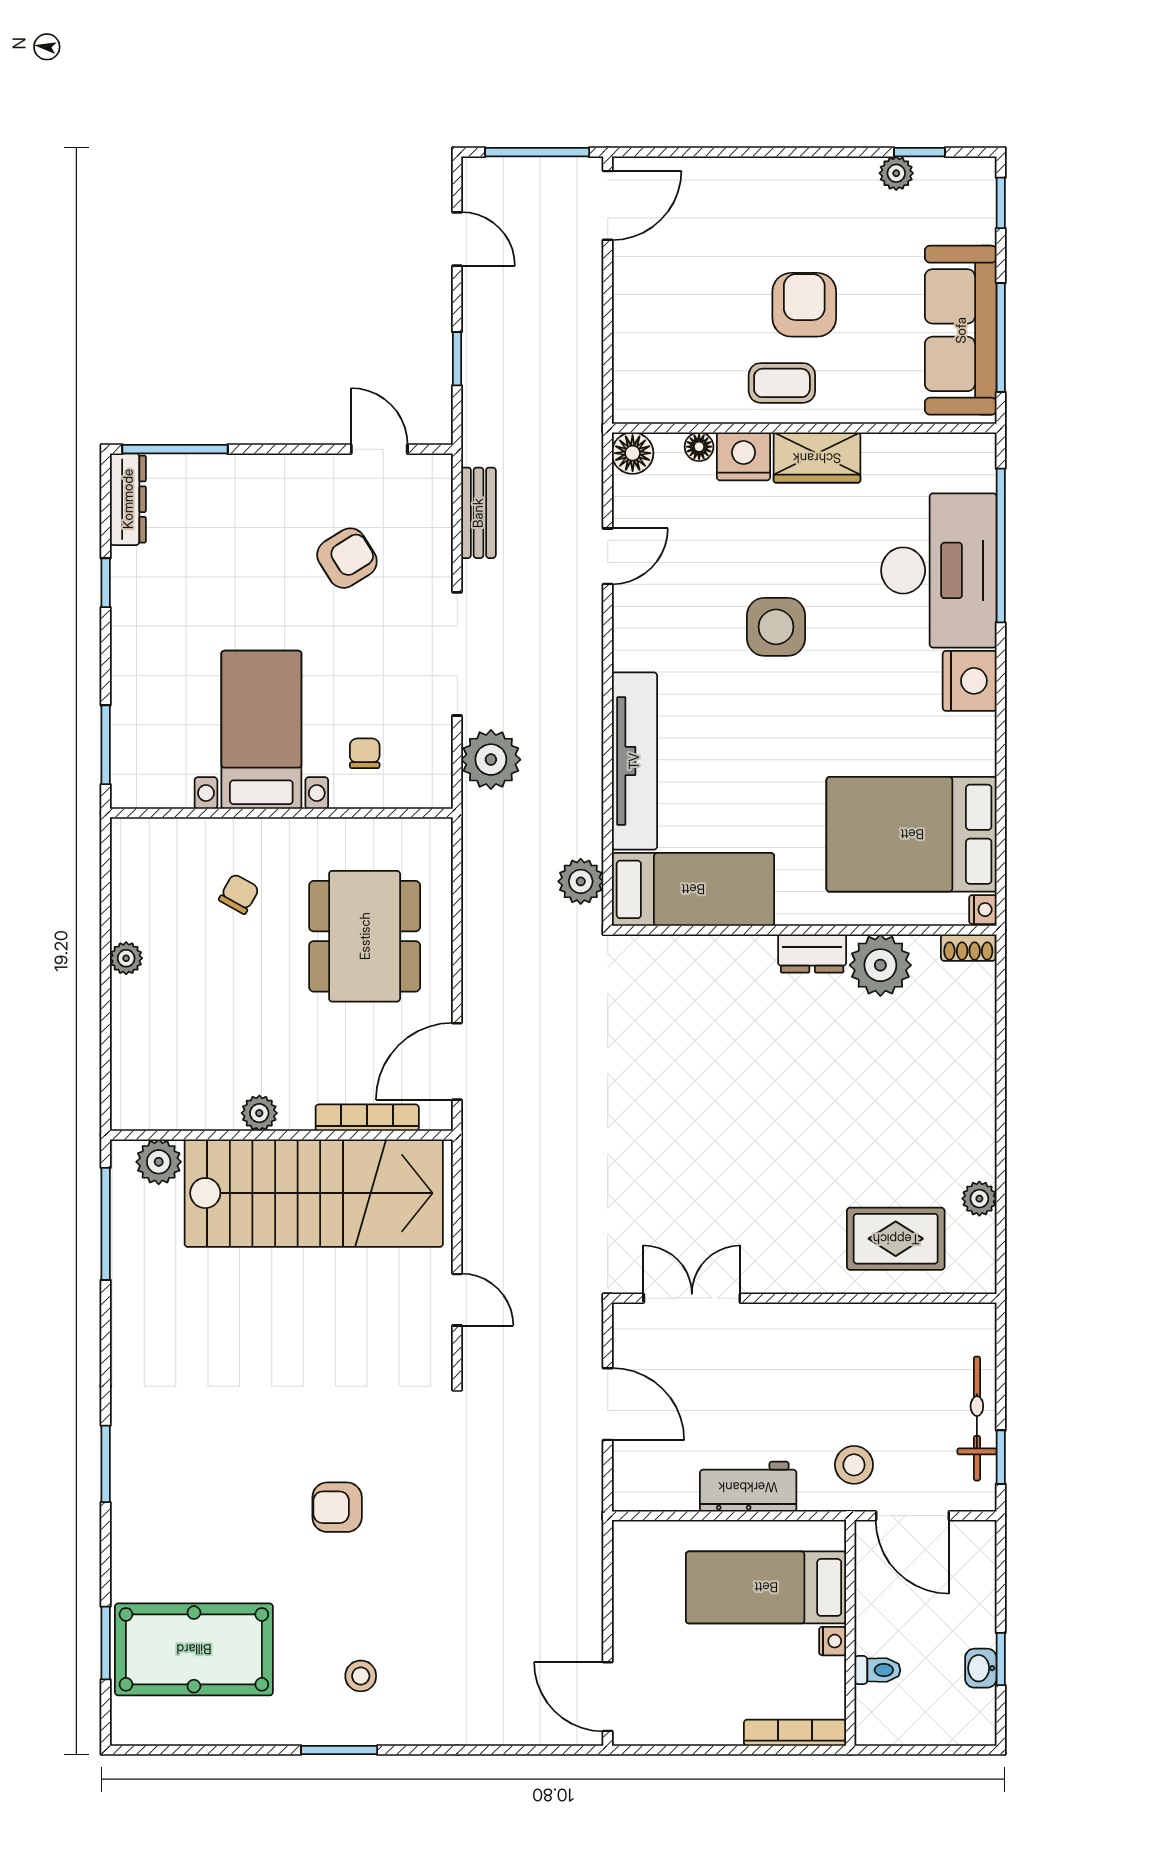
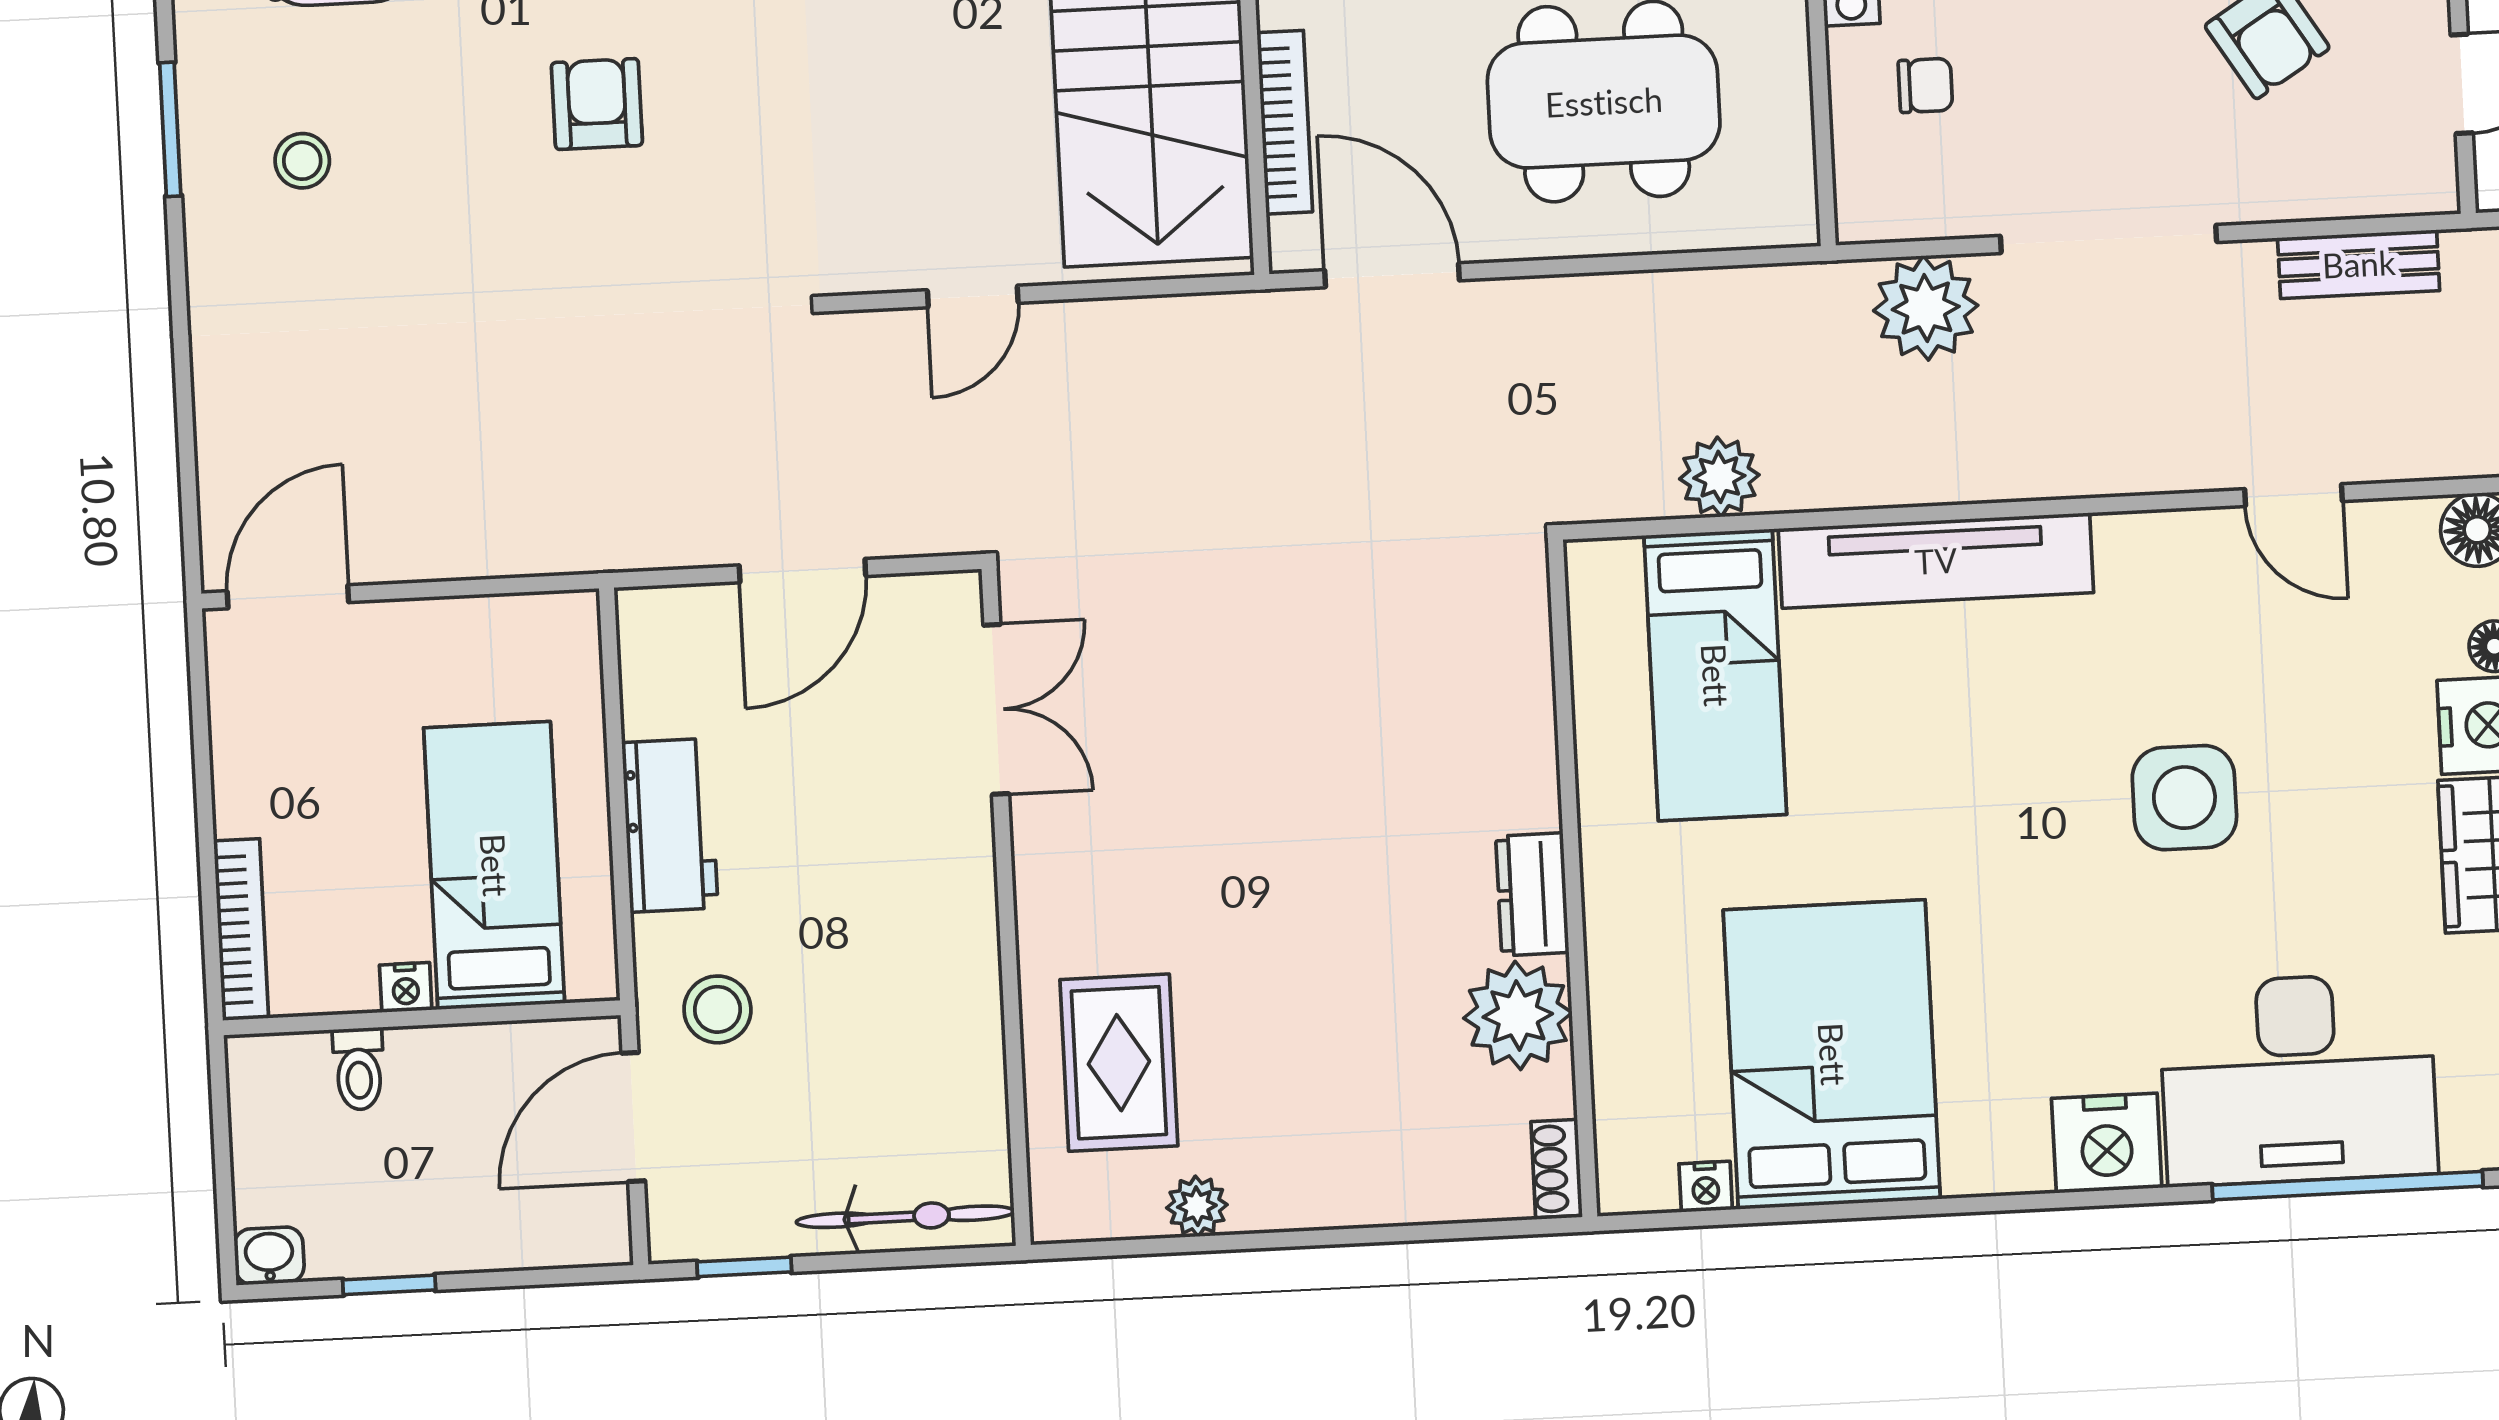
wall: (804, 930) -> (1573, 878), moved
shoe rack: (968, 948) -> (1557, 1169), moved
dresser: (812, 953) -> (1532, 894), moved
plant: (880, 965) -> (1518, 1015), moved
bicycle: (977, 1419) -> (905, 1217), moved
washbasin: (981, 1668) -> (269, 1256), moved

